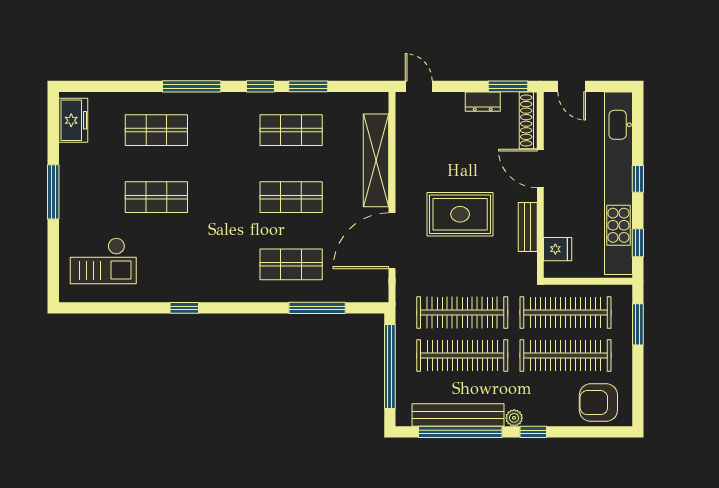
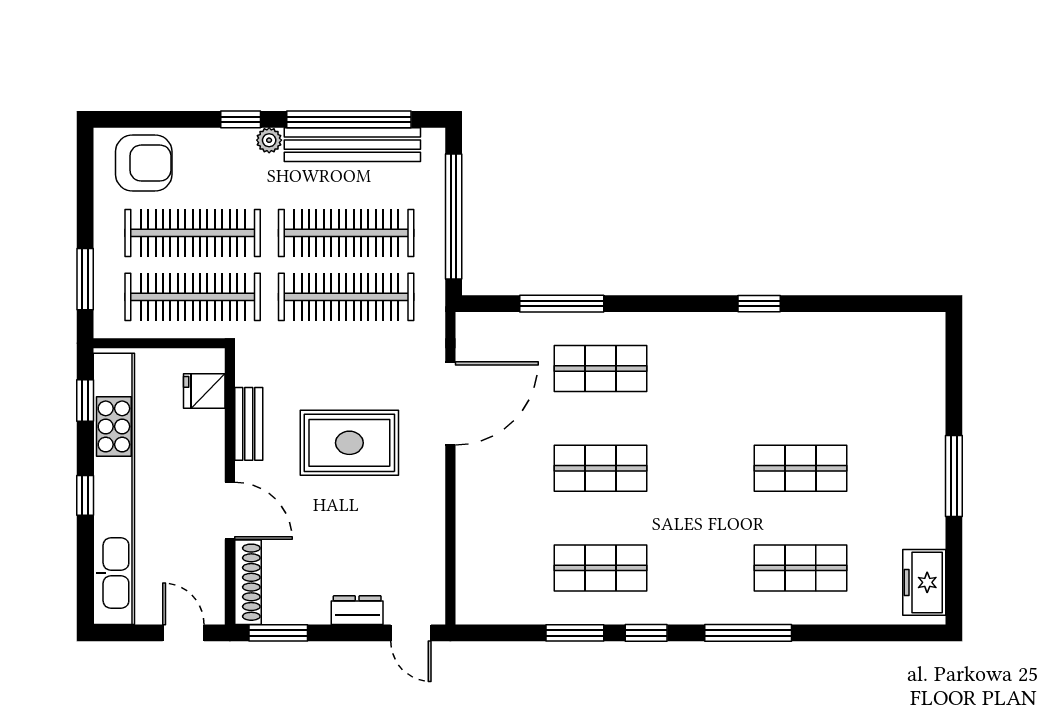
dresser: (483, 102) -> (357, 610), moved
shelving: (376, 160) -> (474, 523), removed
checkout: (103, 261) -> (880, 374), removed

